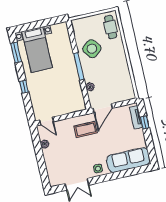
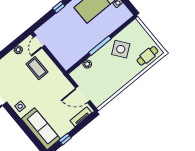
door: (103, 108) -> (83, 94), moved
window: (145, 122) -> (65, 139), moved
coffee table: (86, 129) -> (37, 68), moved

